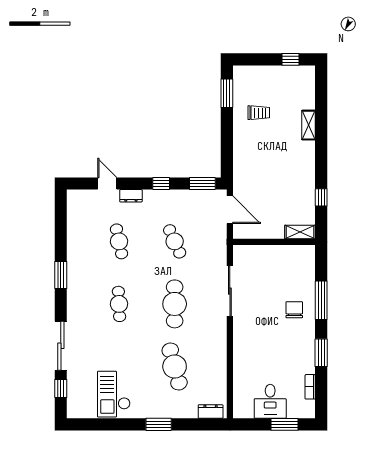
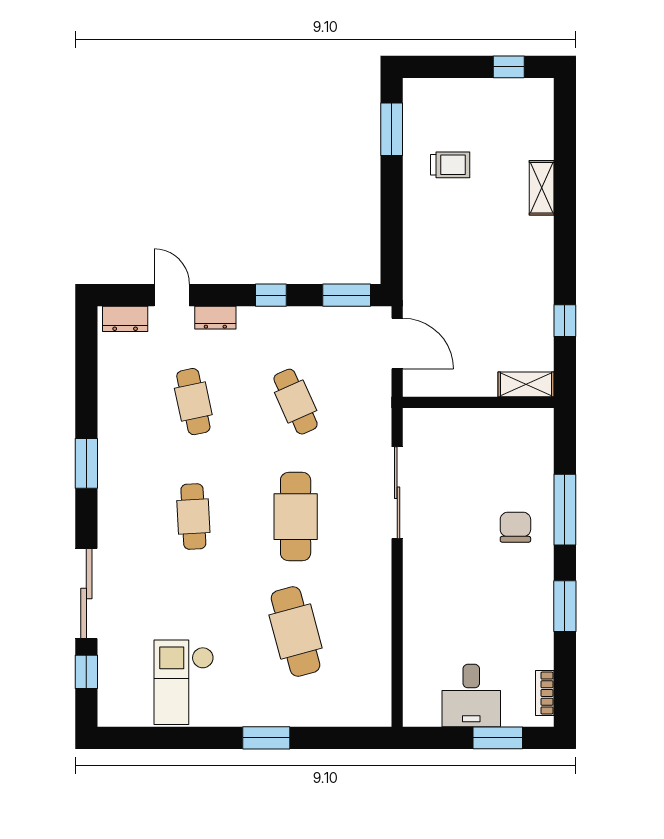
bookcase: (310, 387) -> (545, 693), moved
dresser: (211, 411) -> (125, 319), moved, turned 180

